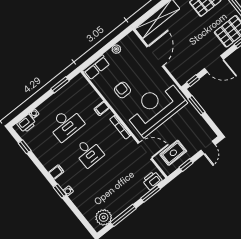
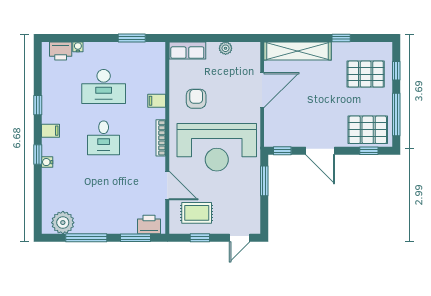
reception desk: (155, 108) -> (217, 147), turned 180
window: (25, 147) -> (38, 105), moved

